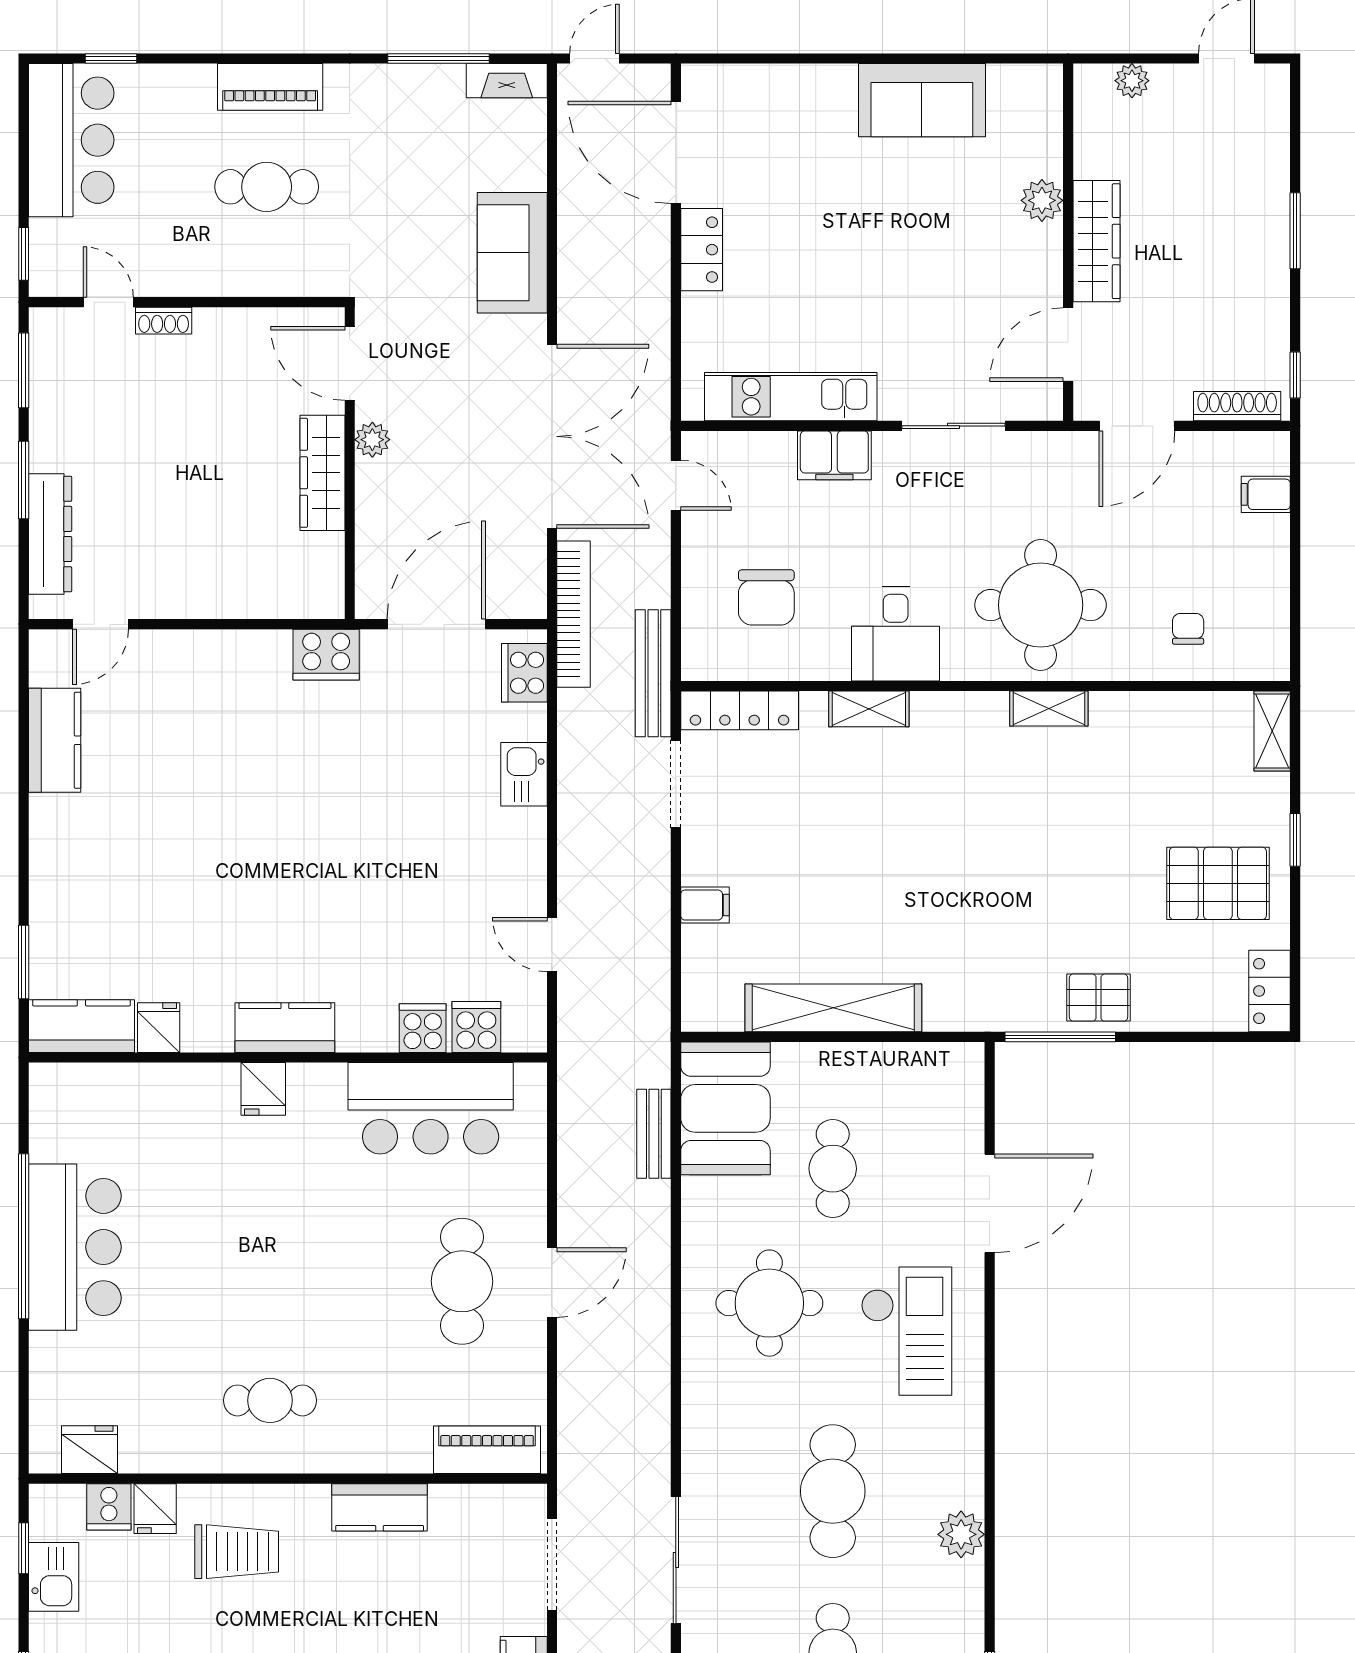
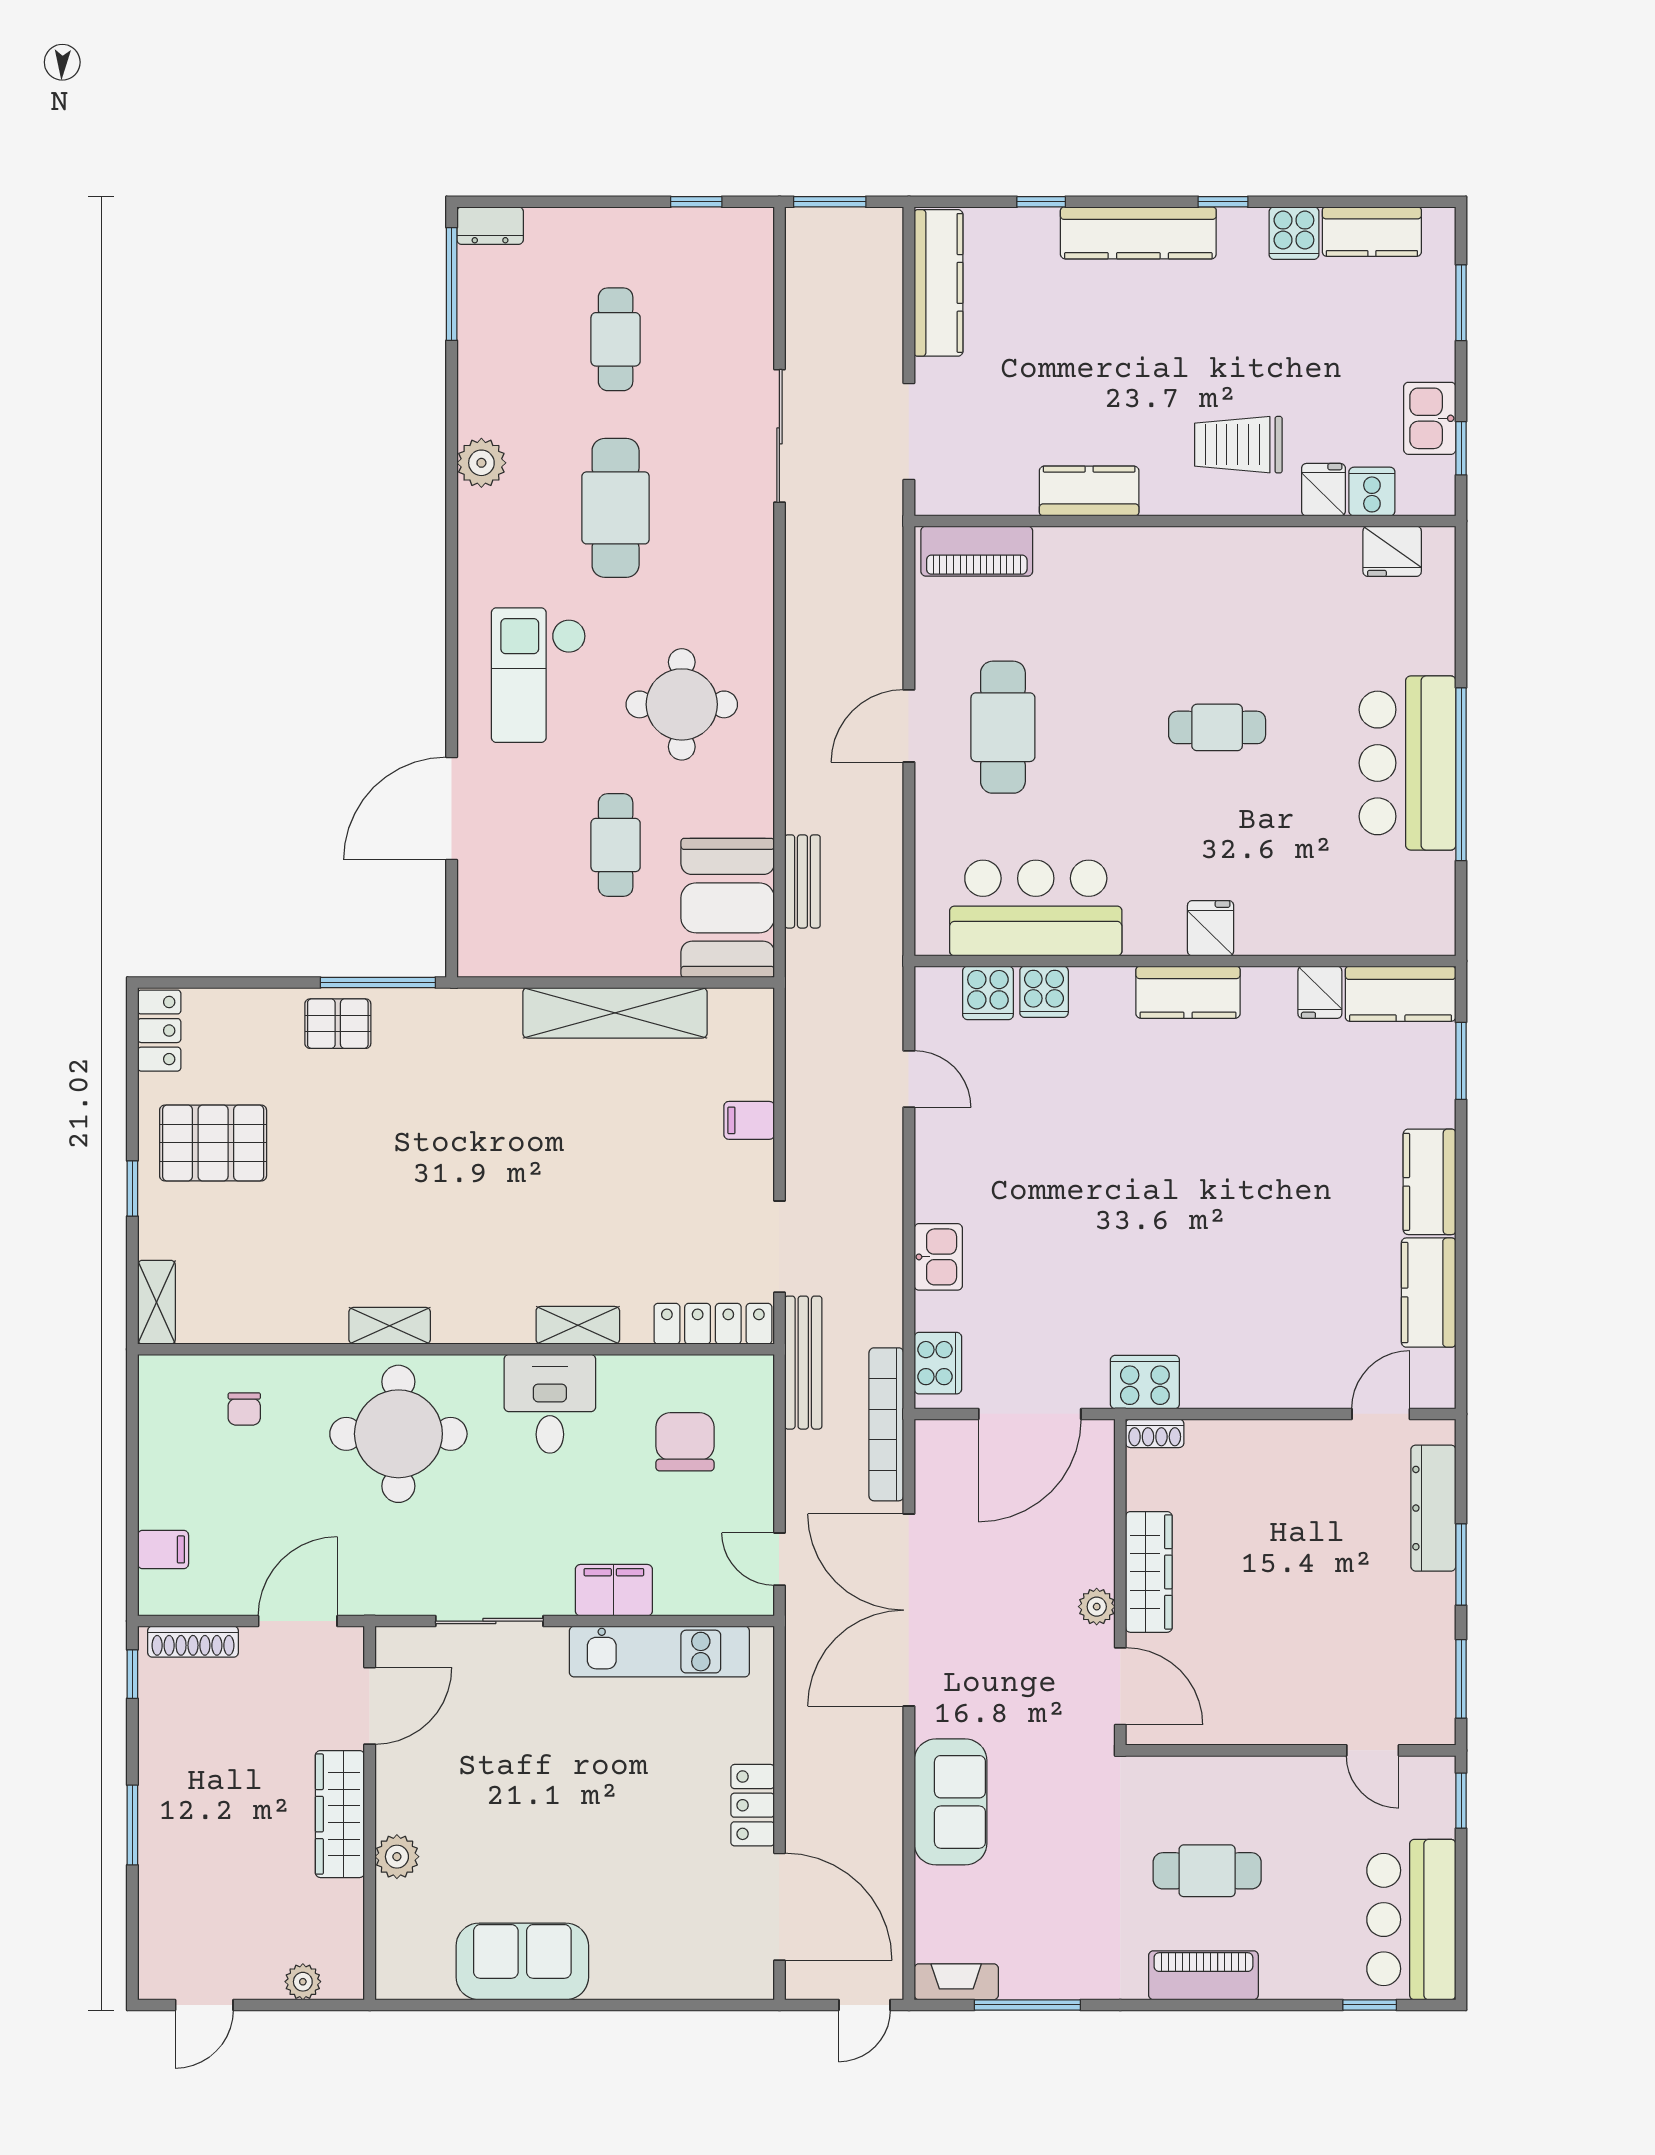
shoe rack: (164, 321) -> (1155, 1433), moved, turned 180
kitchen counter: (54, 846) -> (1430, 1182), added
cafe table: (270, 1400) -> (1217, 727), moved

